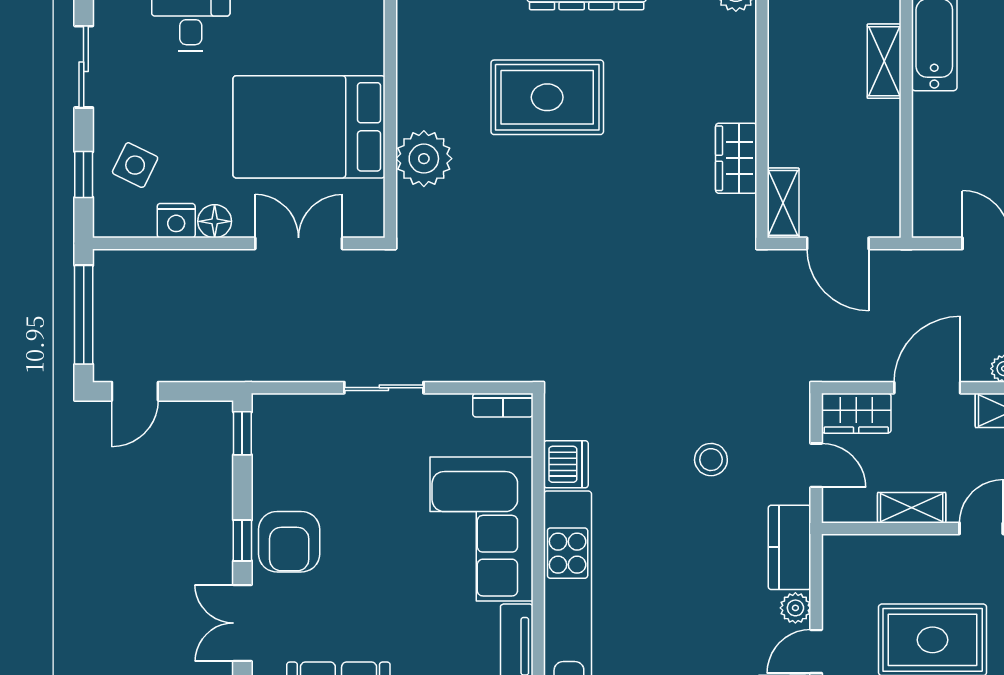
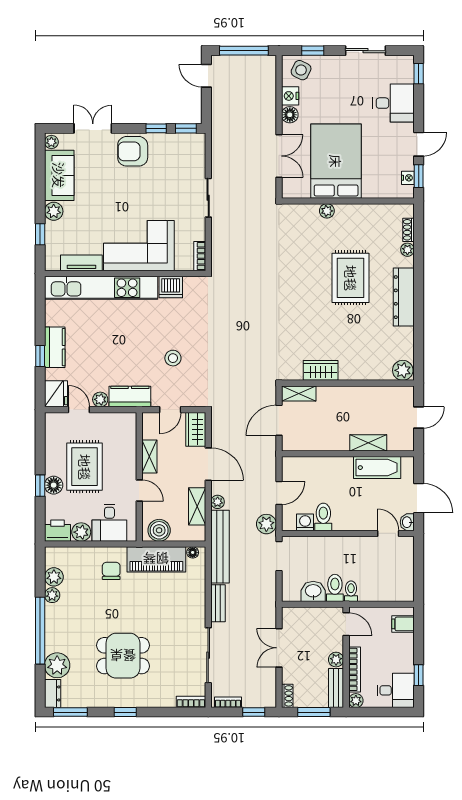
plant: (424, 159) -> (327, 211), width x0.53, depth x0.53
side table: (135, 165) -> (301, 70), moved
window: (242, 540) -> (156, 128), moved

